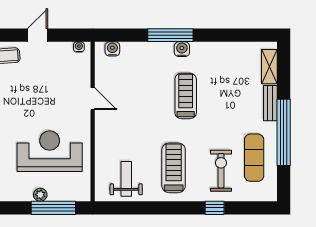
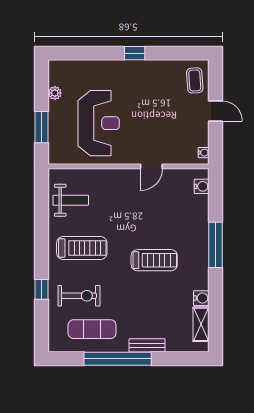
water cooler: (182, 49) -> (201, 298), moved
shelving: (269, 67) -> (201, 324), moved, turned 90
plant: (40, 195) -> (55, 93), moved
window: (53, 208) -> (41, 127), width x0.69

